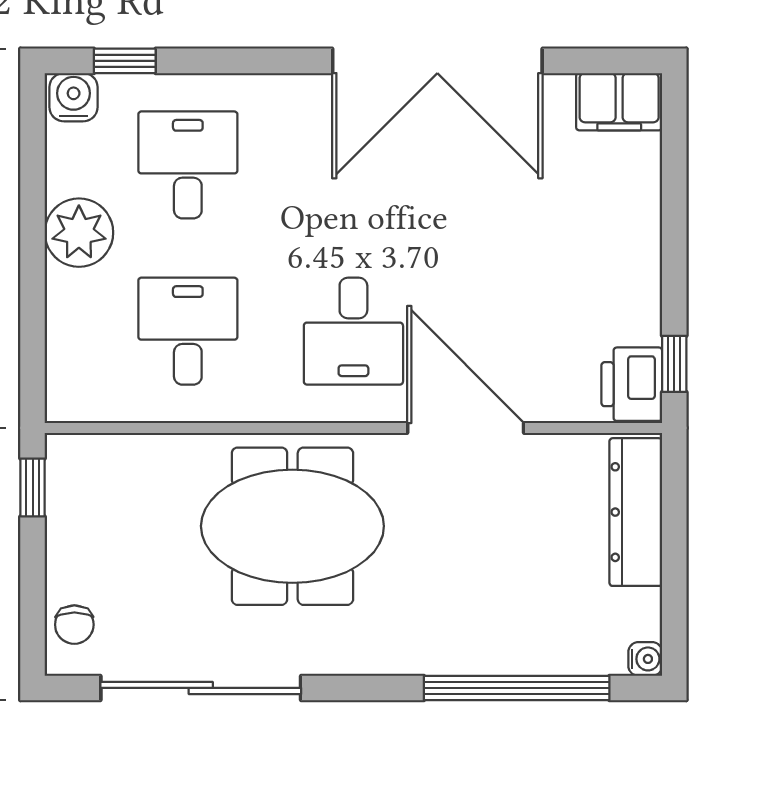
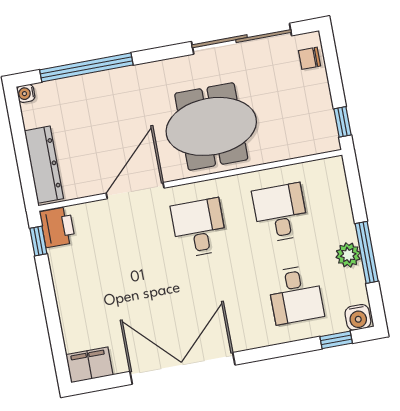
window: (33, 222) -> (367, 252), added
plant: (79, 233) -> (348, 255), width x0.73, depth x0.73
desk: (188, 331) -> (280, 213), turned 180
door: (466, 428) -> (135, 191), swing flipped
chair: (74, 625) -> (309, 58), turned -90

